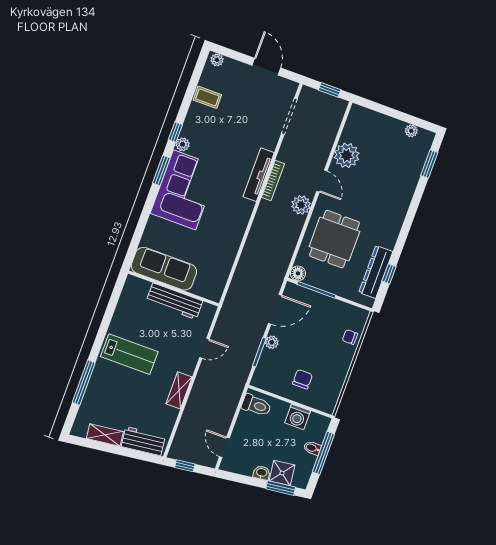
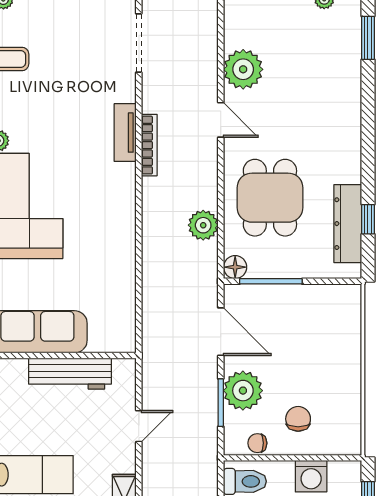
tv unit: (259, 175) -> (125, 133), width x0.71
plant: (301, 205) -> (203, 225), moved
door: (275, 309) -> (221, 332), hinge flipped
chair: (350, 337) -> (257, 443), moved
plant: (272, 342) -> (243, 391), width x1.87, depth x1.87

